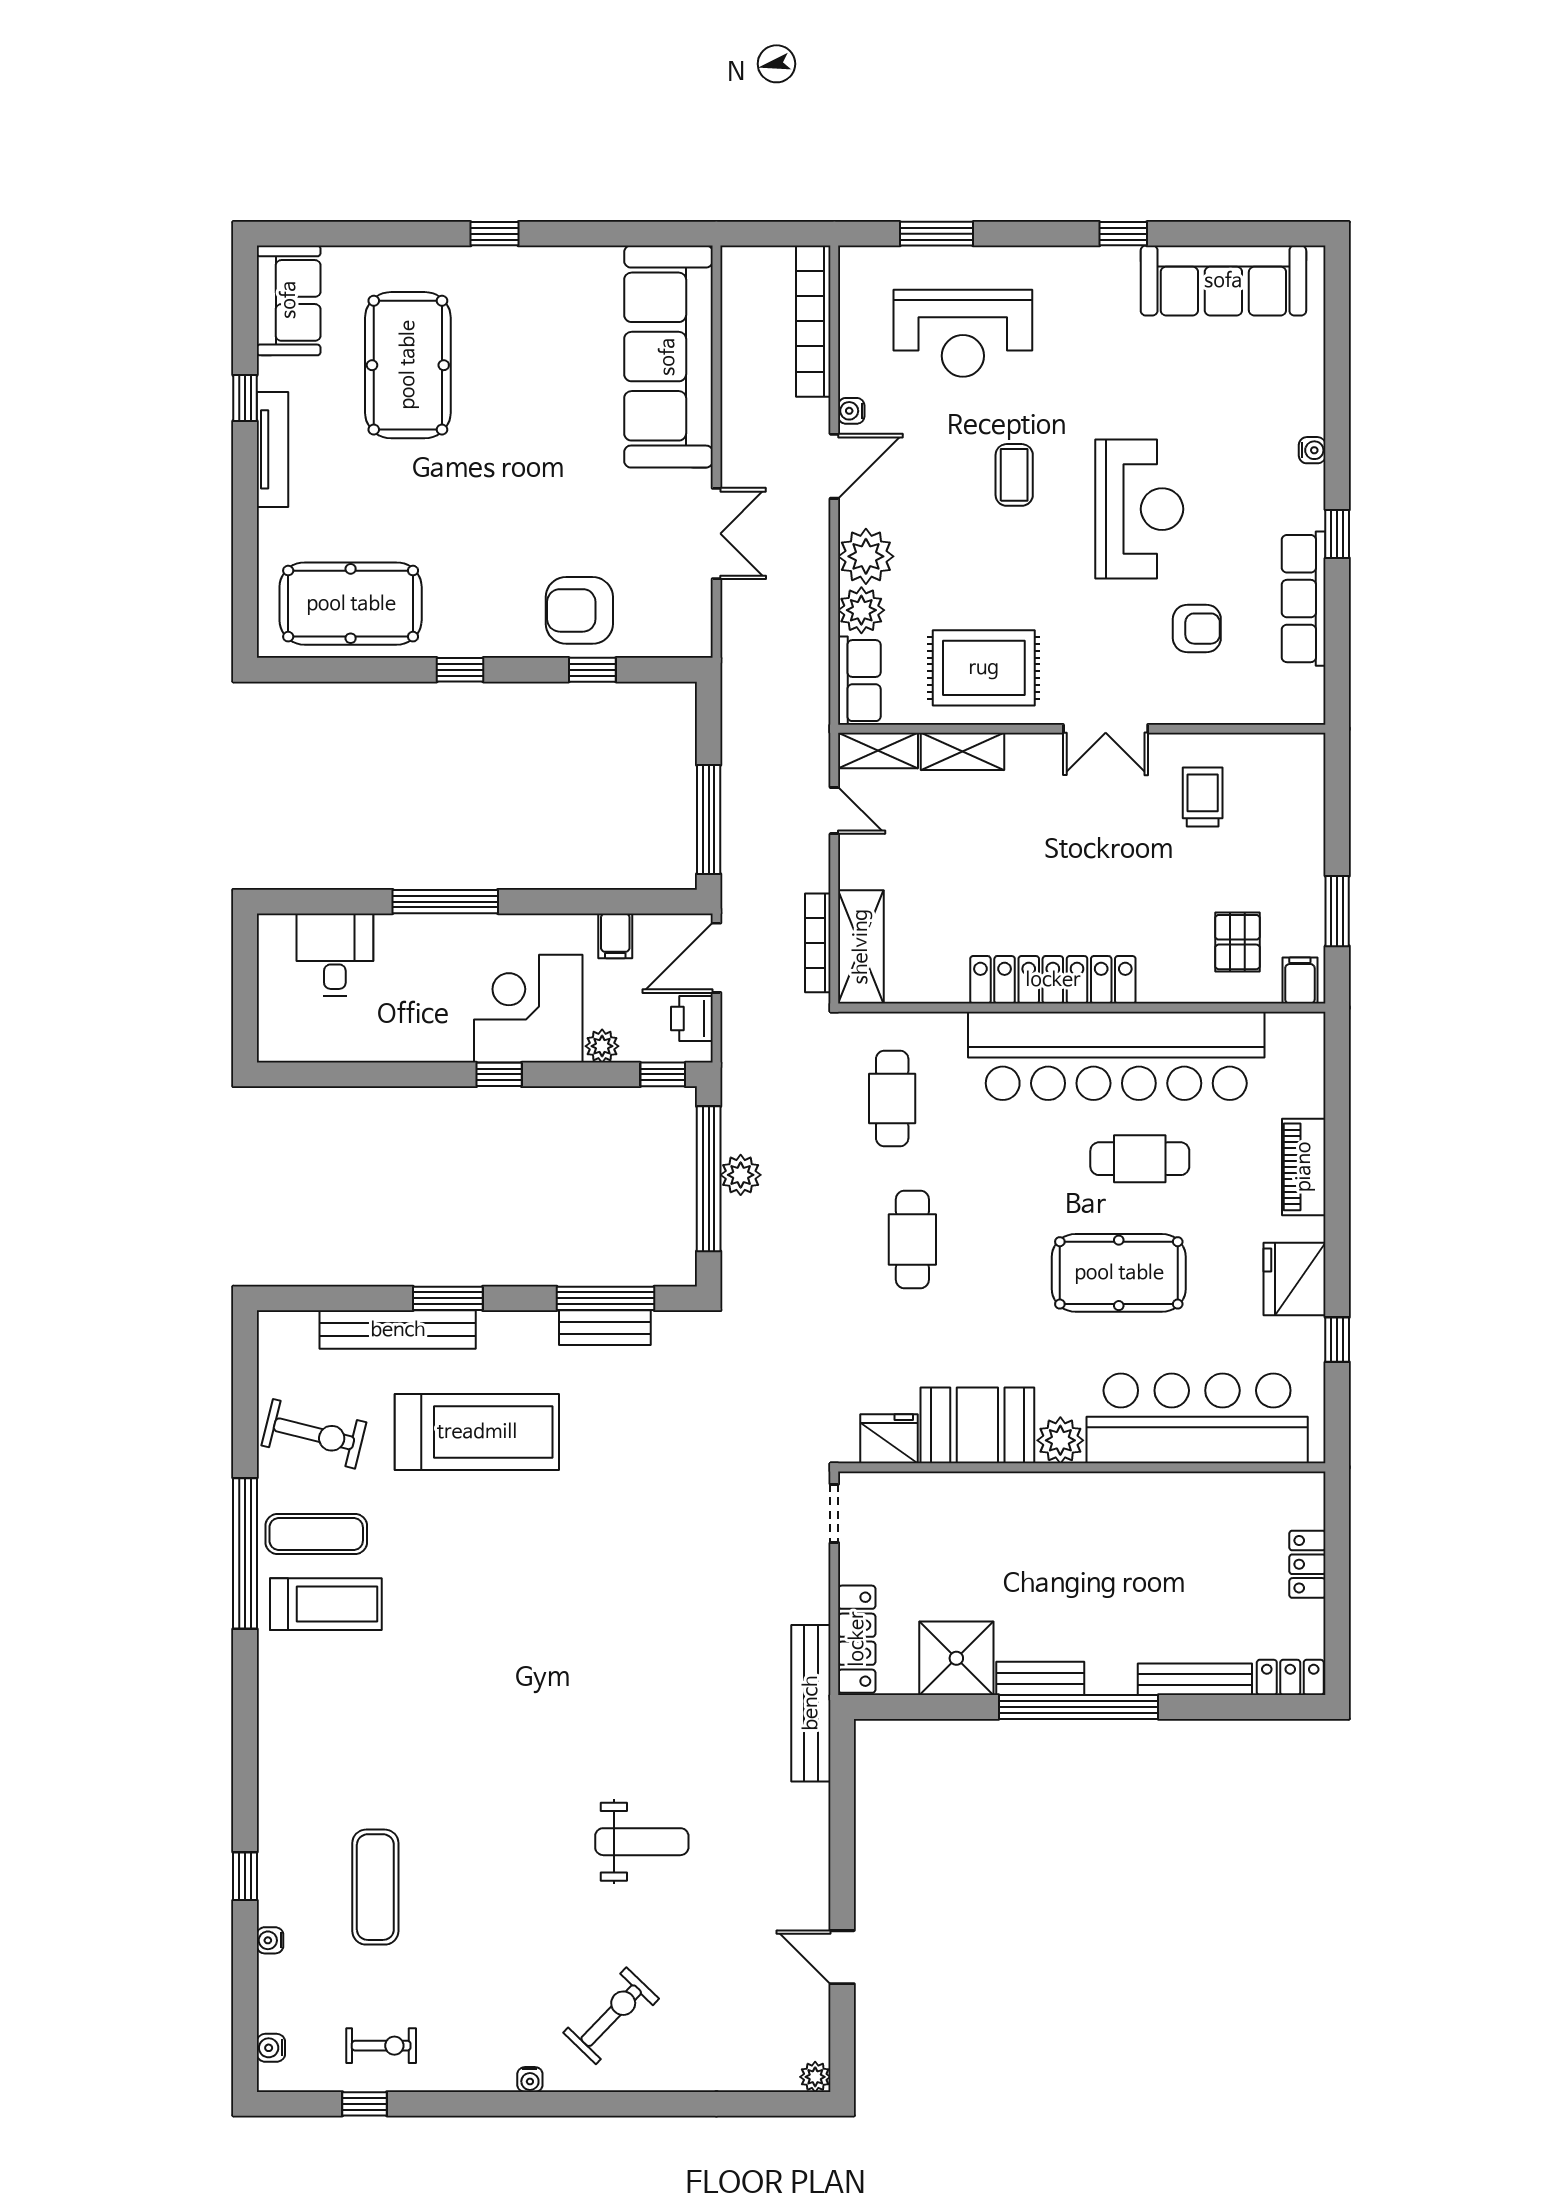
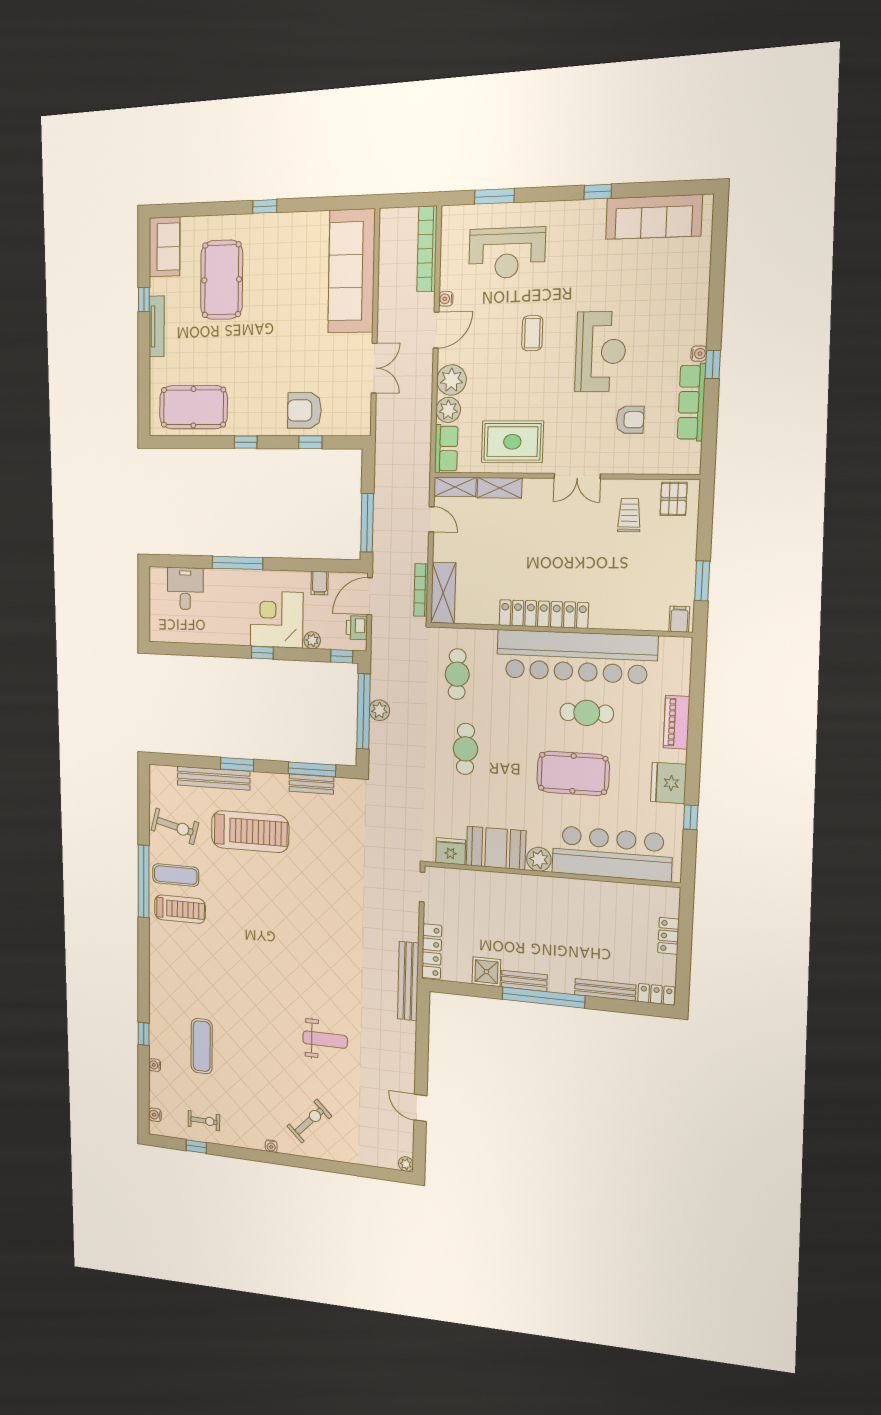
water cooler: (1312, 450) -> (699, 354), moved
pallet: (1237, 942) -> (674, 499), moved
shower: (956, 1658) -> (486, 972), width x0.73, depth x0.73

